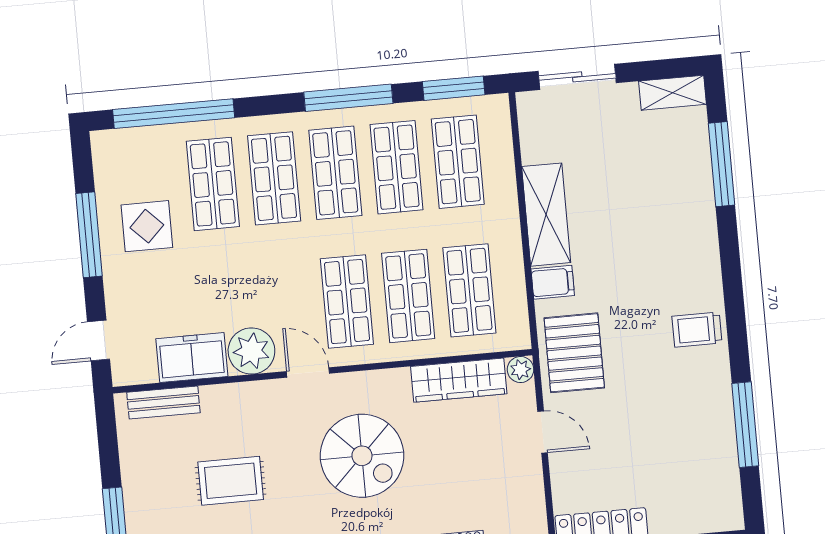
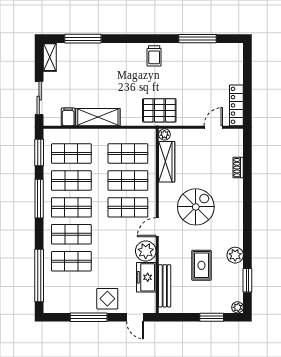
display table: (147, 226) -> (107, 299), moved
filing cabinet: (553, 282) -> (68, 117), moved
bench: (163, 402) -> (165, 286), width x1.36
door: (543, 432) -> (213, 127), moved

